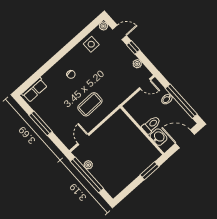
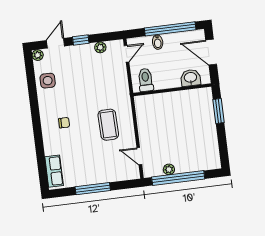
toilet: (151, 125) -> (146, 80), moved
door: (185, 139) -> (211, 52), hinge flipped

